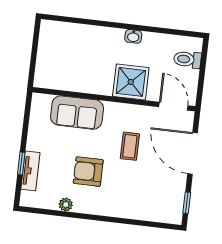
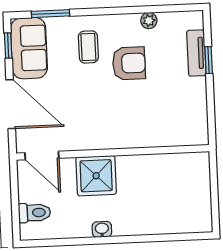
sofa: (77, 113) -> (29, 48), moved, turned 90
coffee table: (130, 146) -> (88, 47), moved
window: (147, 224) -> (50, 14), added

